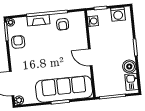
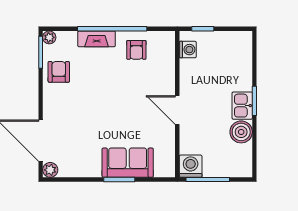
washing machine: (118, 14) -> (191, 166), moved, turned 180
kitchen sink: (132, 82) -> (242, 106), moved
sofa: (64, 89) -> (128, 163), width x0.54, depth x0.79

